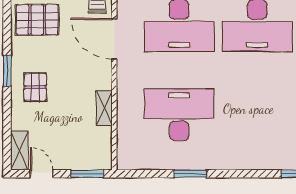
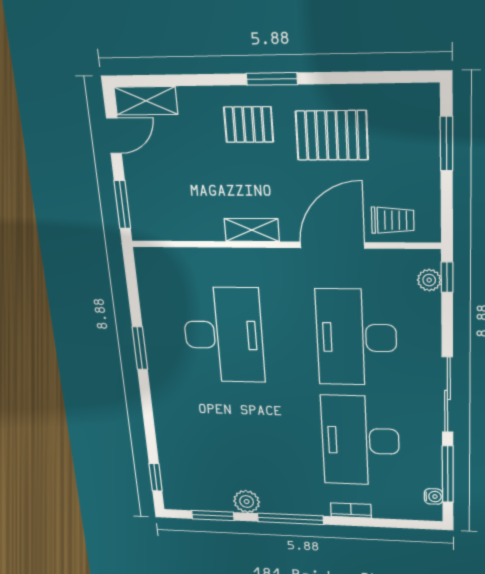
pallet: (37, 20) -> (332, 135), moved, turned 90
shelving: (104, 108) -> (252, 230), moved

